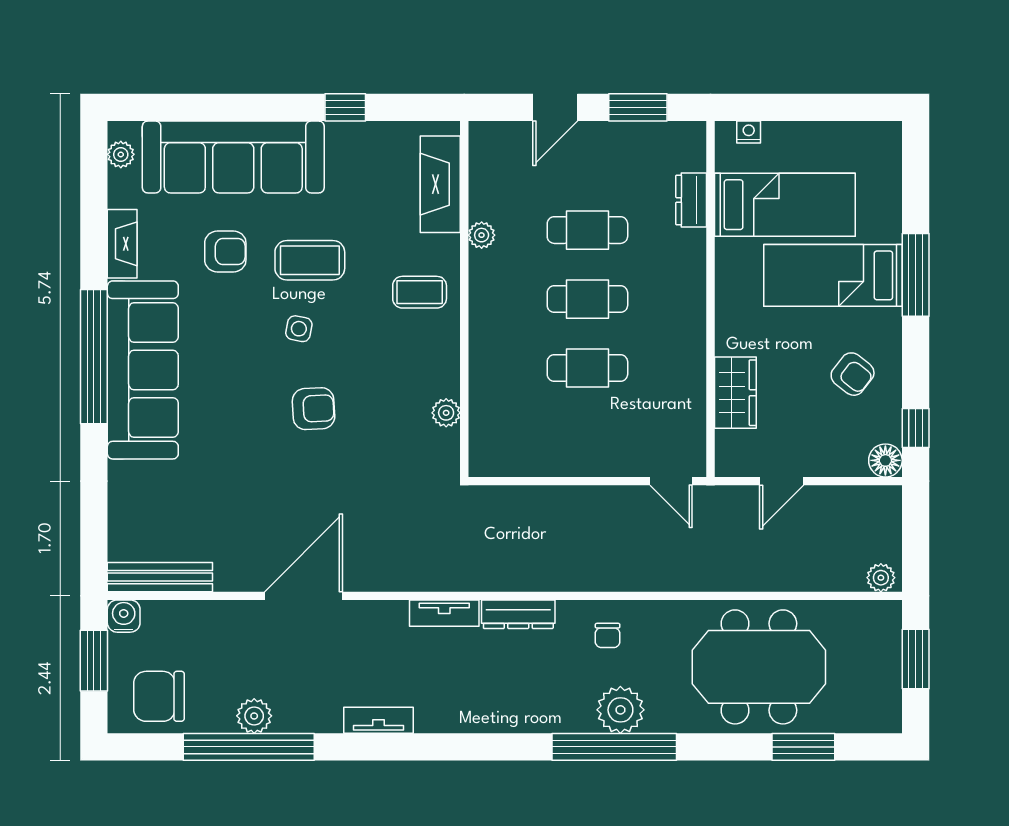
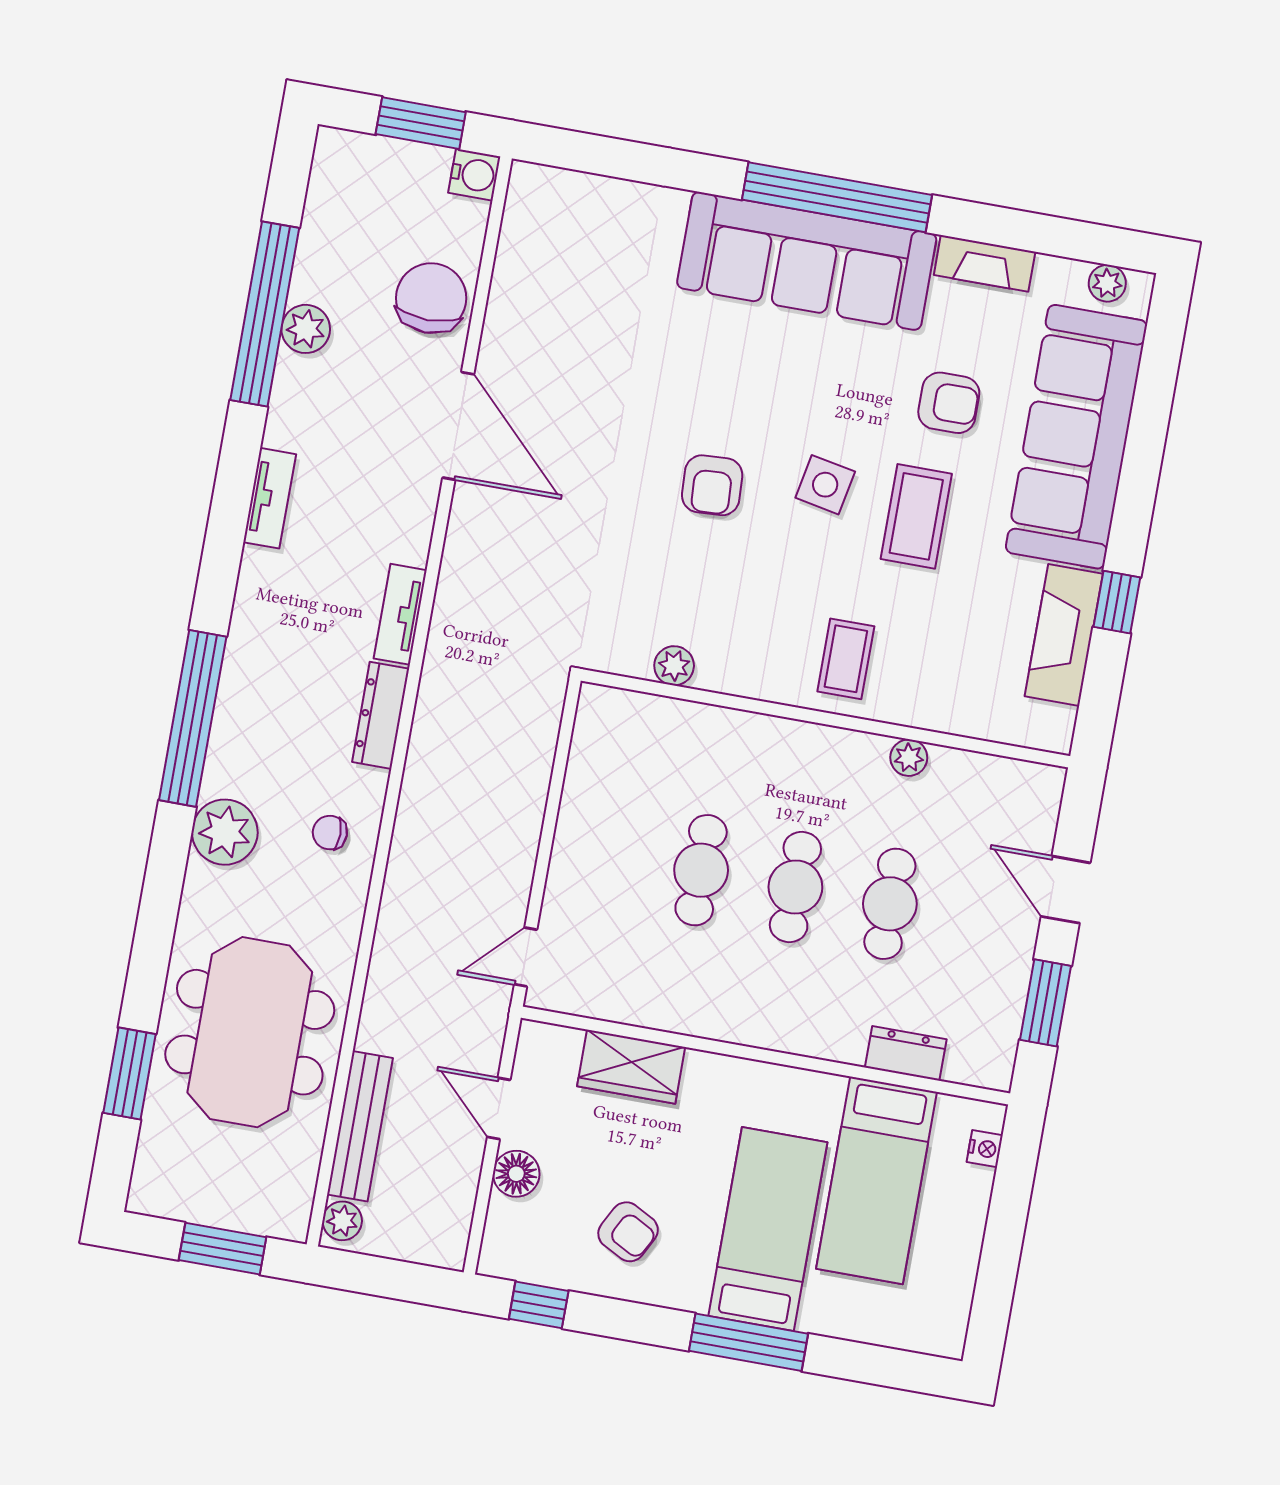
fireplace: (440, 184) -> (1064, 635), moved, turned -90
armchair: (225, 251) -> (949, 403), turned -90
side table: (299, 329) -> (825, 485), width x1.37, depth x1.37
armchair: (853, 374) -> (628, 1232), turned -100
floor lamp: (885, 460) -> (516, 1174), moved
bench: (160, 577) -> (360, 1126), moved
chair: (159, 696) -> (431, 298), moved
window: (614, 747) -> (193, 718), moved

